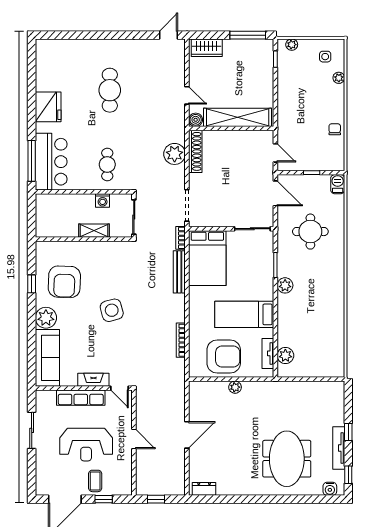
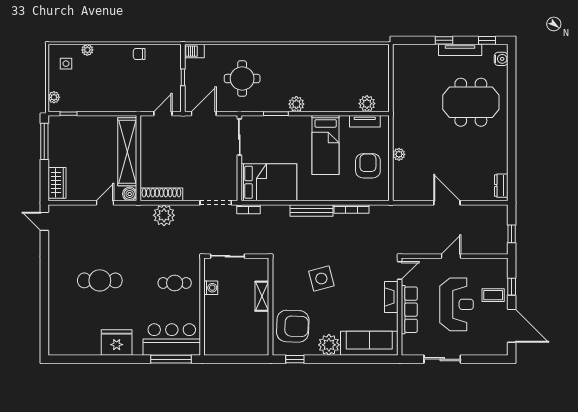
shelving: (94, 231) -> (262, 296), moved
wall: (84, 239) -> (271, 307), moved
bench: (179, 272) -> (312, 211), moved
armchair: (224, 357) -> (368, 166), width x0.73, depth x0.73

